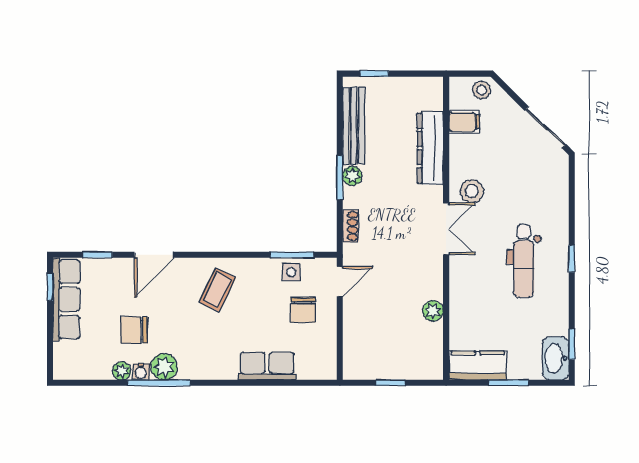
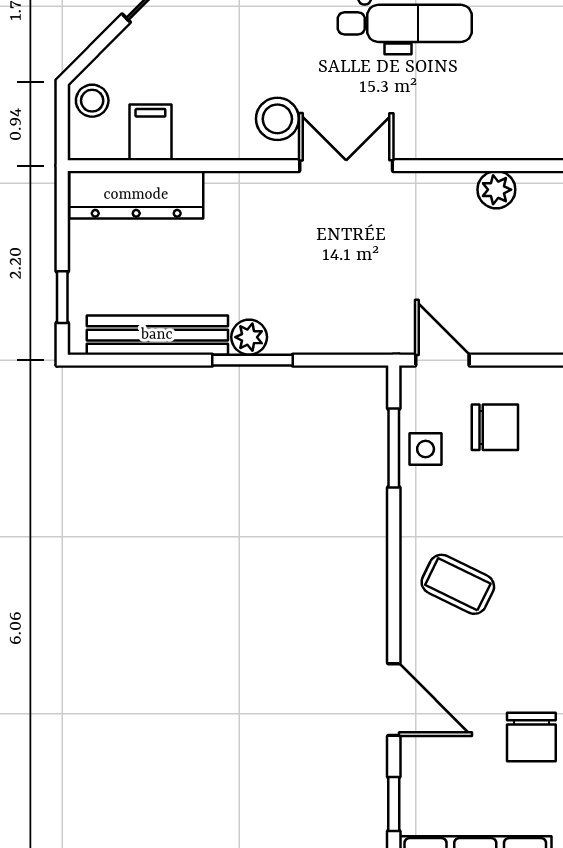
dresser: (430, 148) -> (136, 195), moved
shoe rack: (351, 226) -> (341, 340), removed

